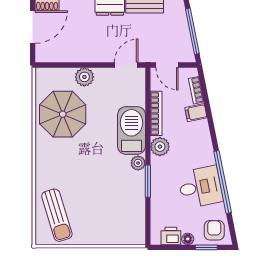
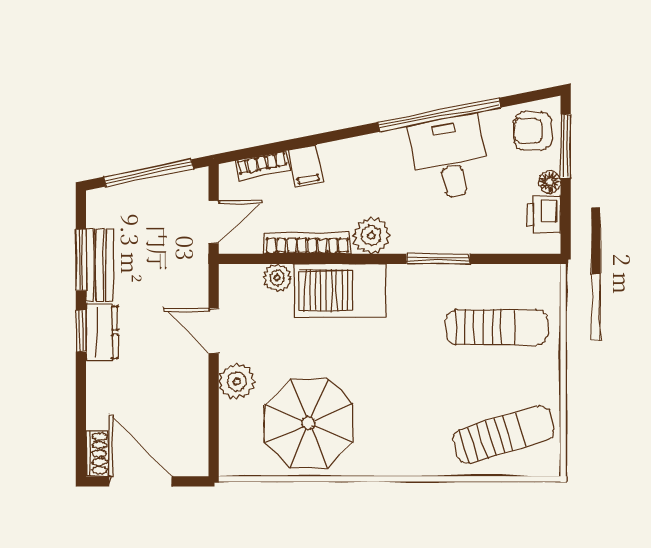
door: (126, 65) -> (214, 331), moved
plant: (138, 163) -> (277, 278), moved
sun lounger: (112, 212) -> (497, 327), added
window: (206, 247) -> (566, 146), width x1.50

